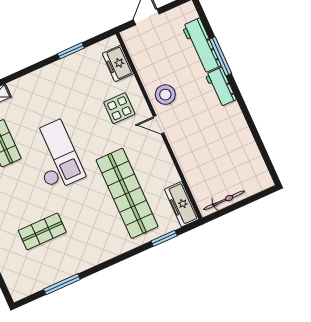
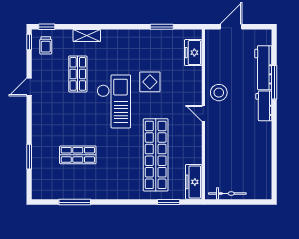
display table: (119, 108) -> (150, 82), moved

